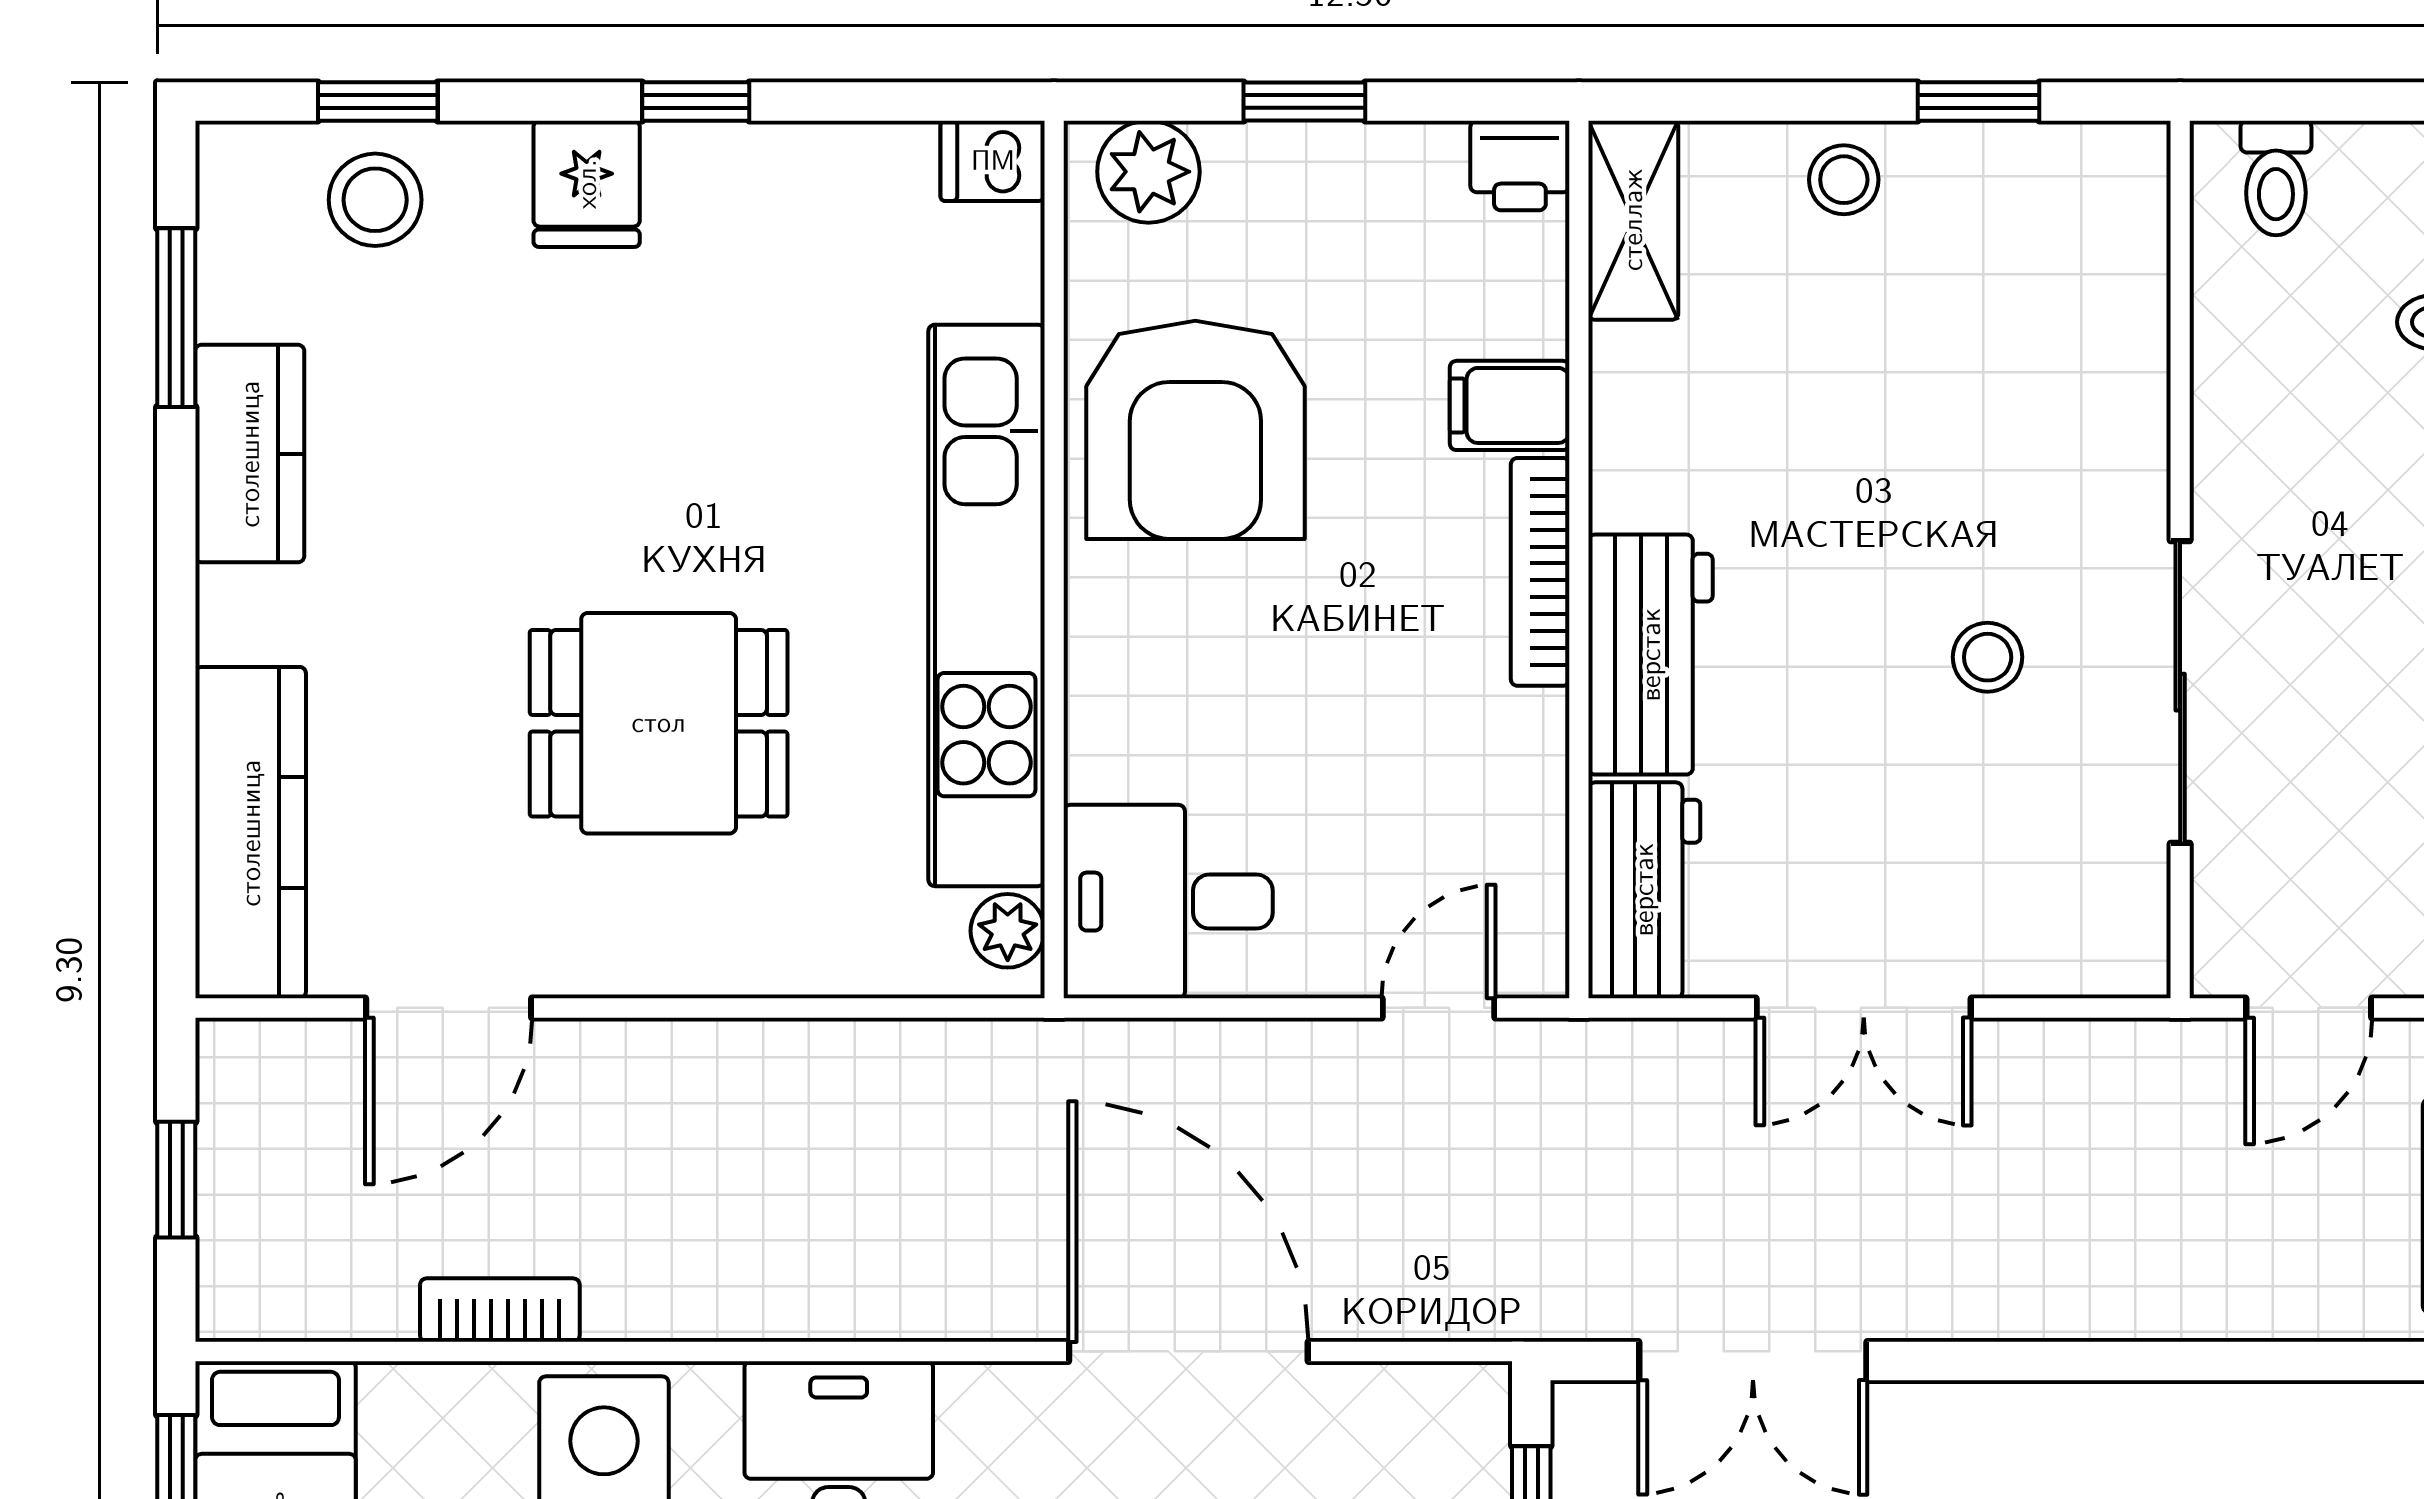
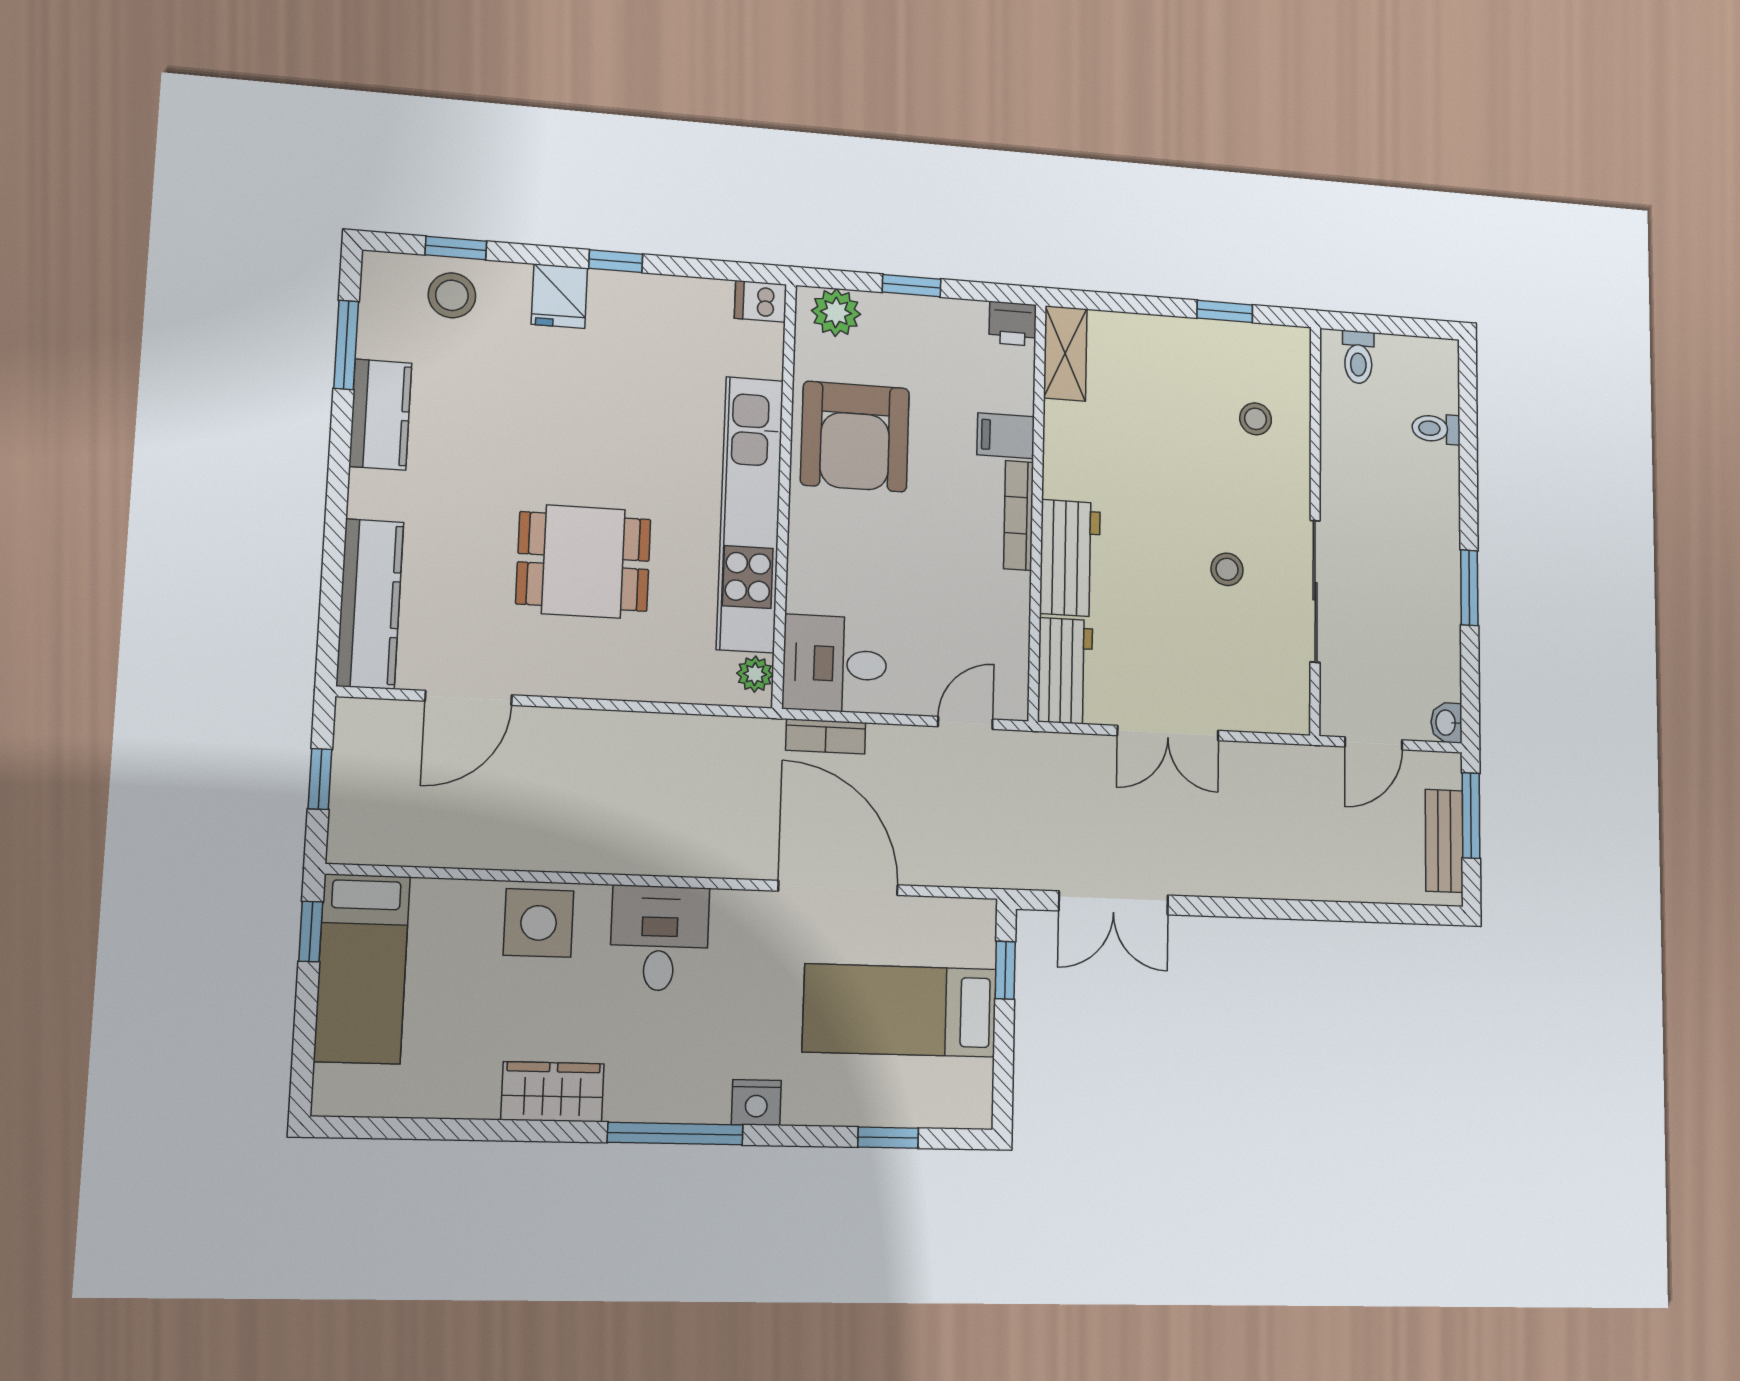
stool: (1844, 180) -> (1256, 419), moved
bookcase: (500, 1310) -> (826, 736), moved, turned 180

